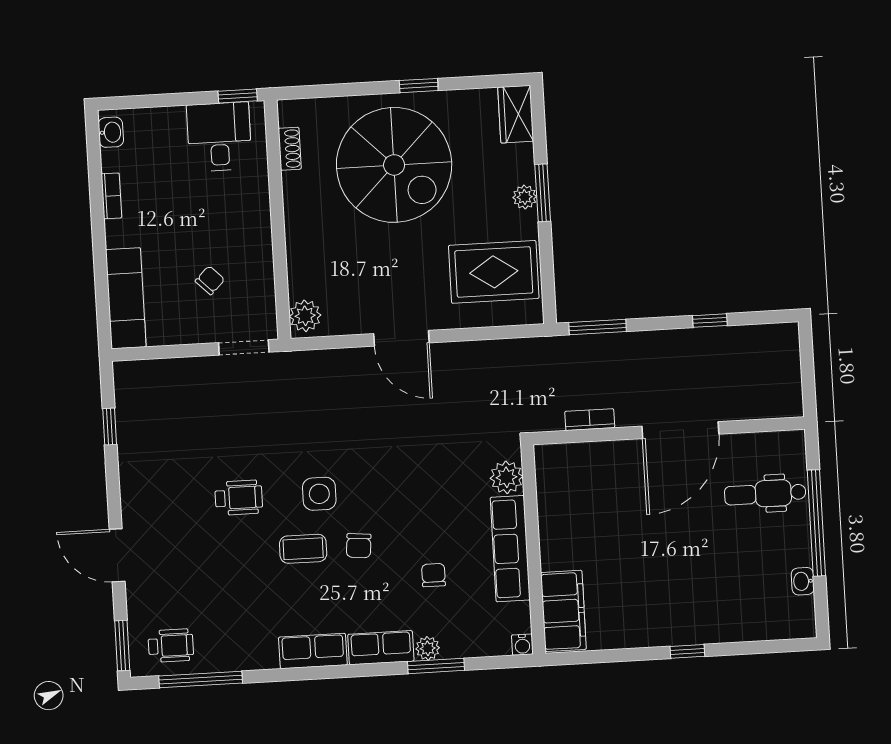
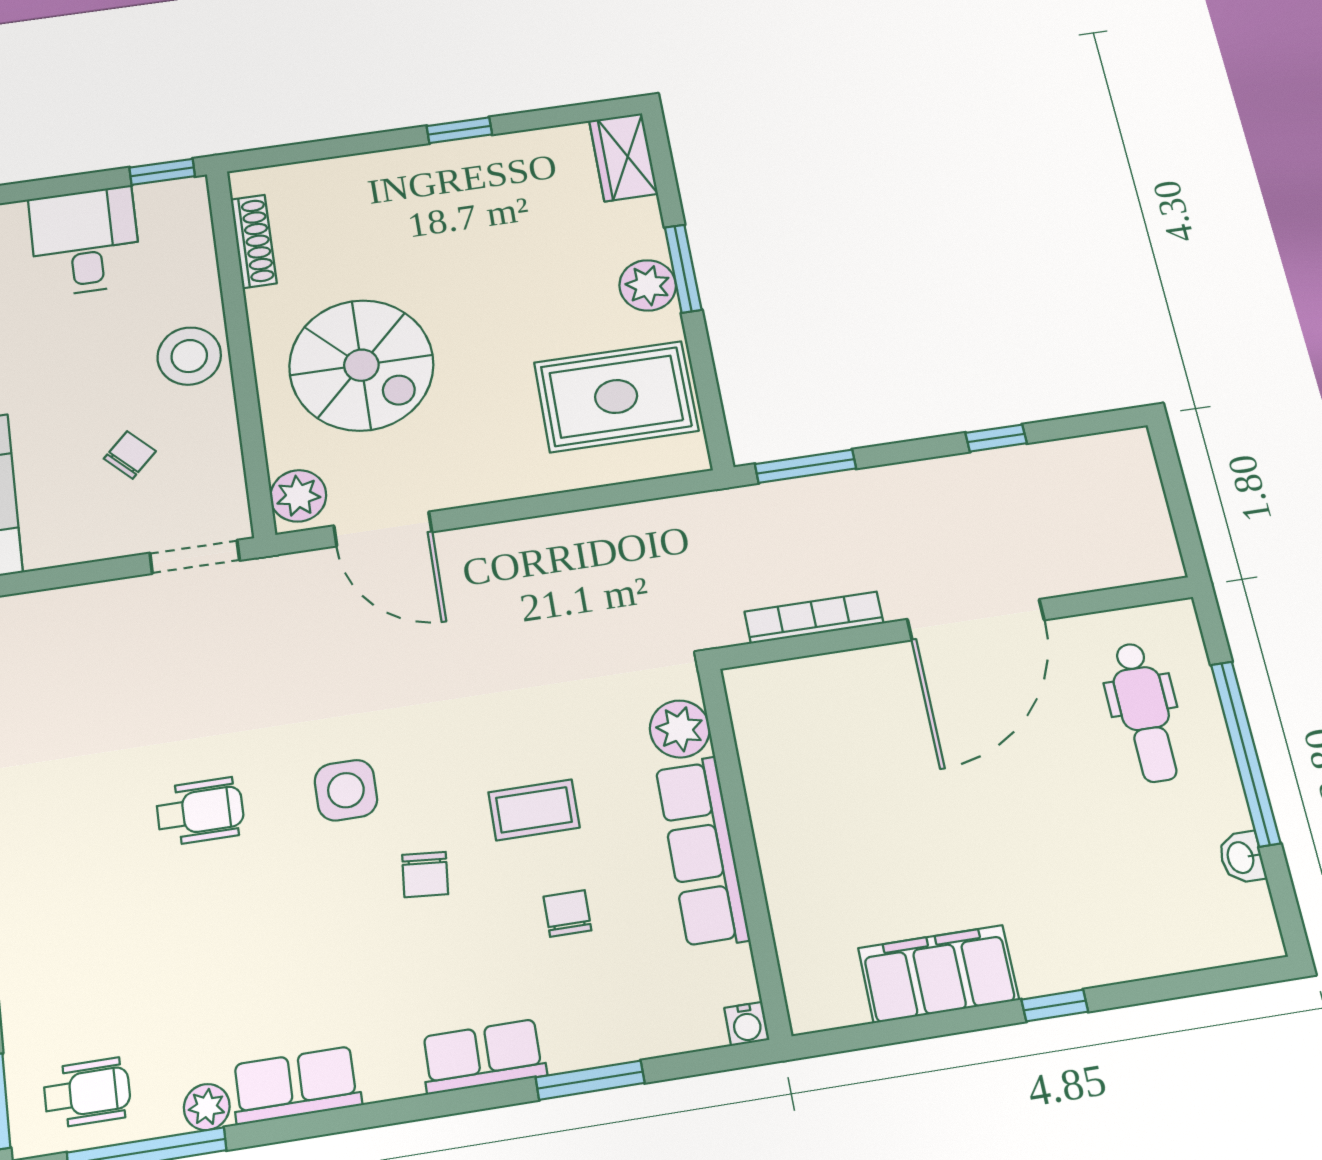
desk: (219, 137) -> (85, 241), moved
shoe rack: (290, 149) -> (254, 241), width x1.43
spiral stairs: (394, 165) -> (361, 365), moved, width x0.73, depth x0.73
plant: (525, 197) -> (648, 285), width x1.38, depth x1.38
stool: (247, 221) -> (189, 356), added
door: (401, 338) -> (383, 529), moved
bookcase: (590, 420) -> (814, 617), width x1.56
dental chair: (765, 494) -> (1145, 712), turned -90
coffee table: (303, 549) -> (534, 810), moved
filing cabinet: (563, 611) -> (938, 974), moved, turned -90
plant: (428, 648) -> (207, 1107), moved
row of seats: (313, 651) -> (296, 1085), moved

